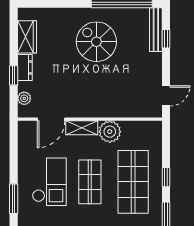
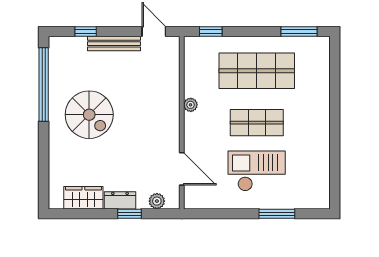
bench: (156, 30) -> (114, 44), moved
spiral stairs: (96, 42) -> (89, 115), turned -90
shelving: (82, 128) -> (192, 132), removed
plant: (110, 132) -> (191, 105), width x0.53, depth x0.53
window: (166, 177) -> (211, 32), moved

